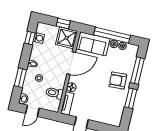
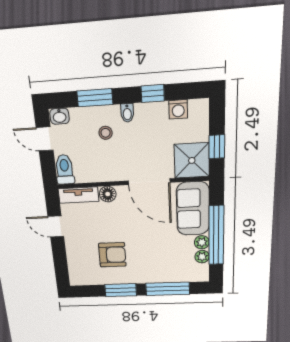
window: (30, 38) -> (153, 93), moved
armchair: (118, 80) -> (112, 255), moved, turned 93
toilet: (54, 93) -> (65, 169), moved

